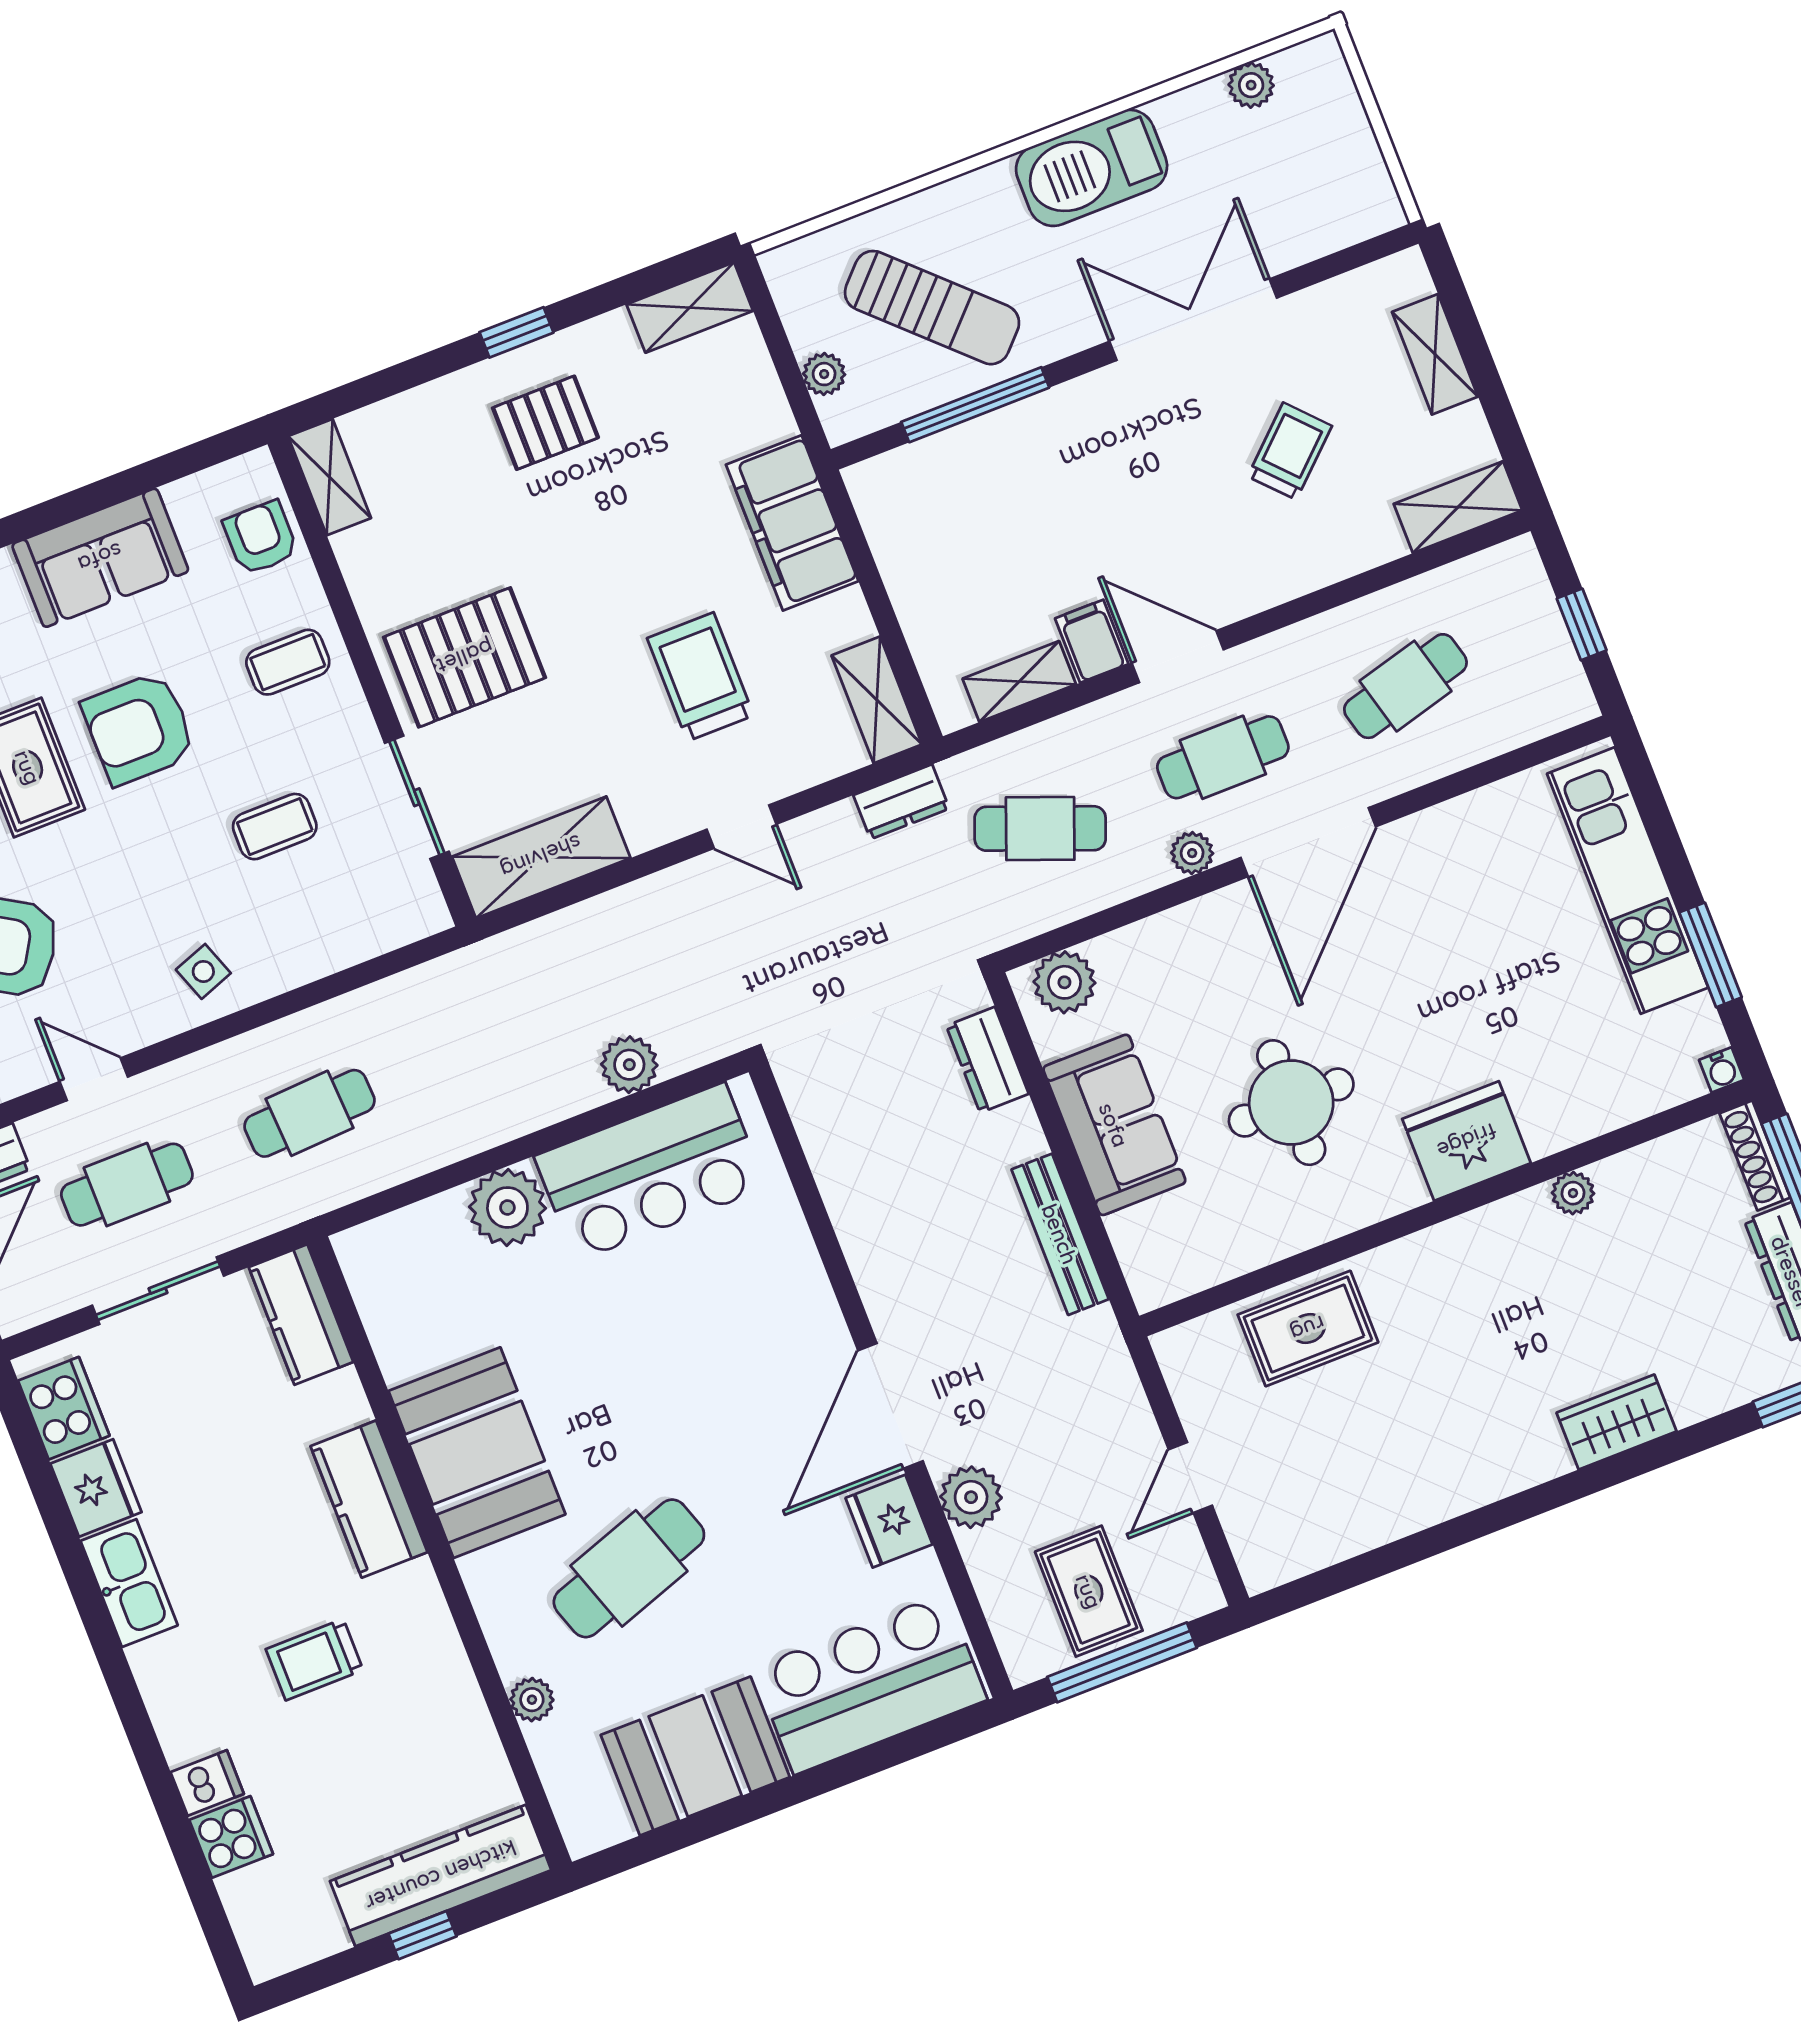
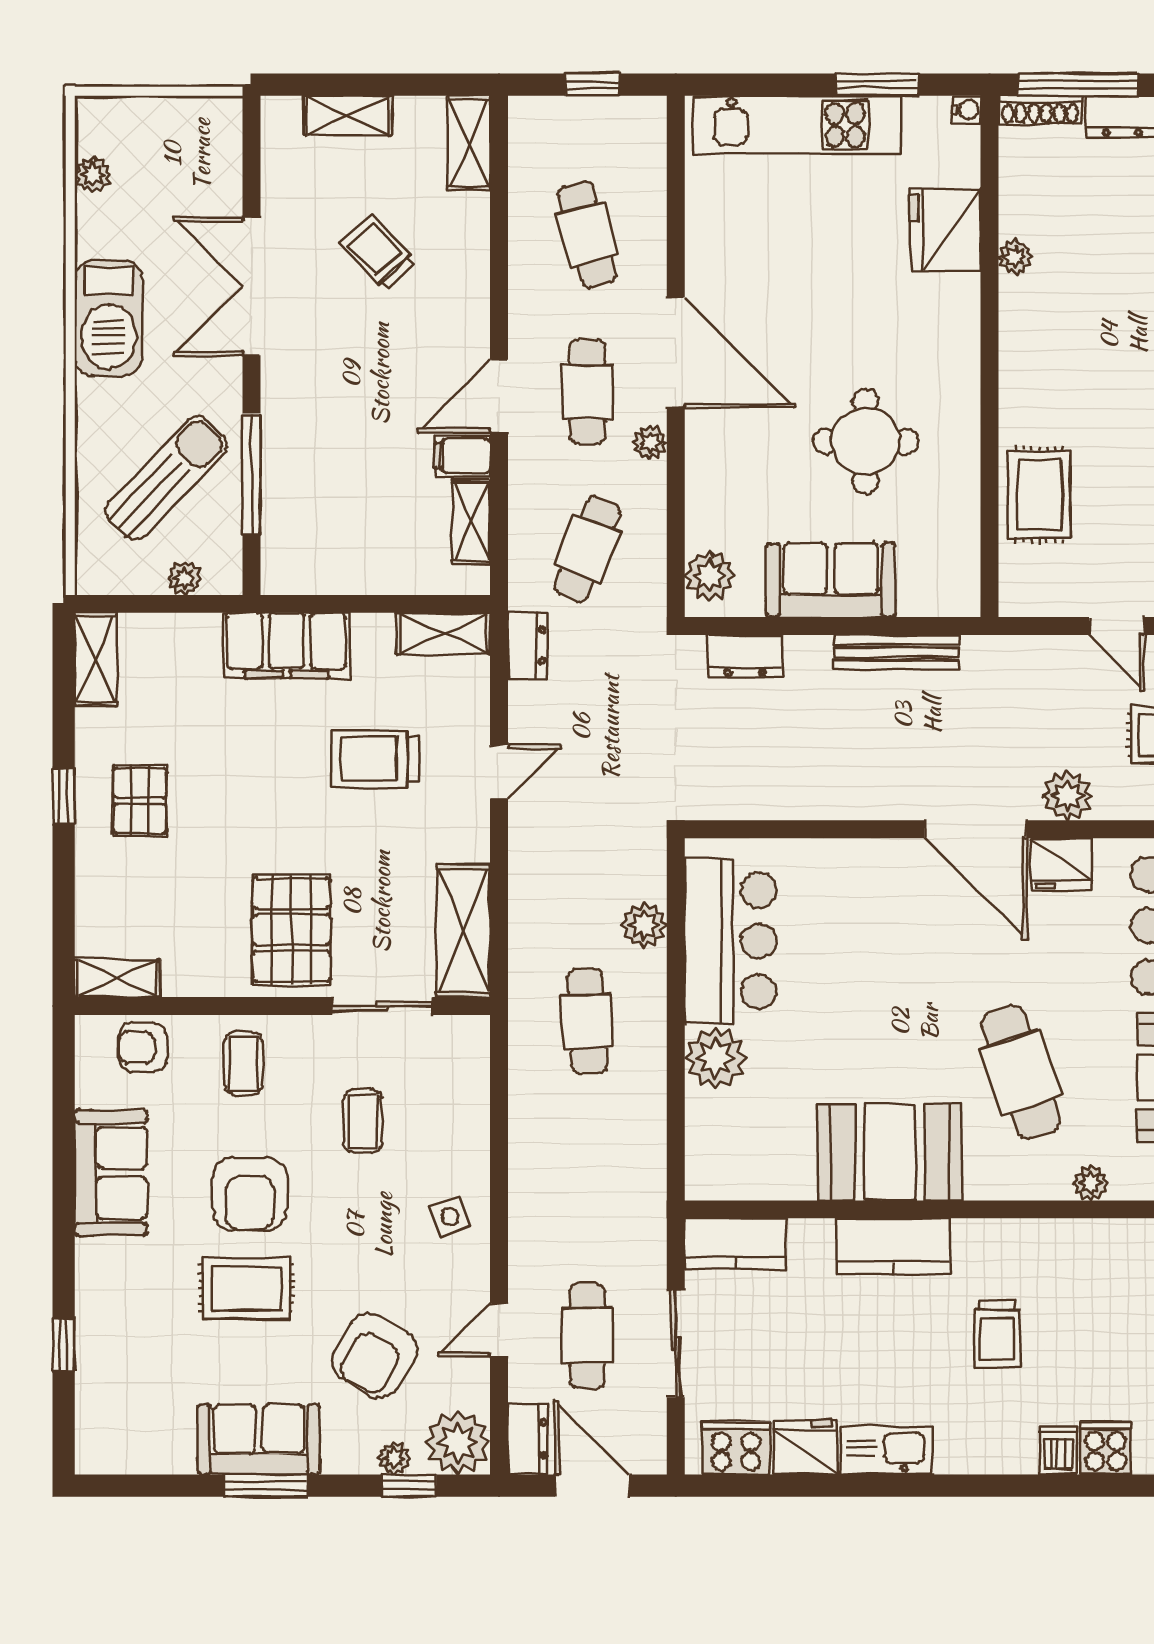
cafe table: (310, 1113) -> (587, 1021), moved
fridge: (1467, 1141) -> (945, 230), moved

